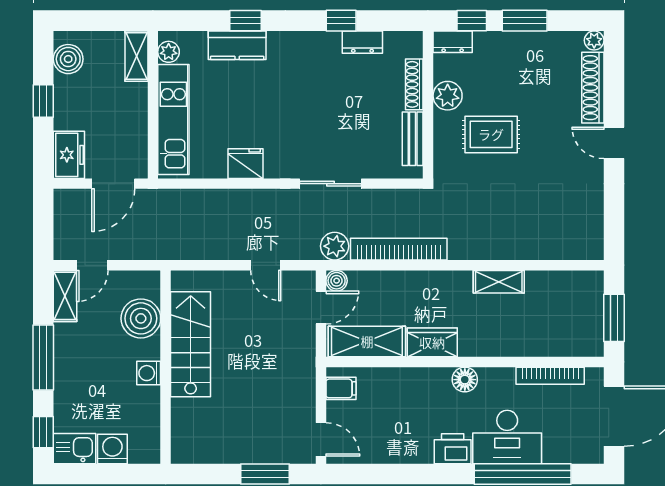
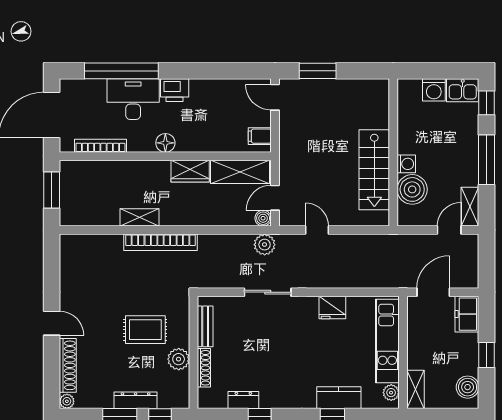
dresser: (453, 42) -> (136, 400), moved, width x1.44
bookcase: (399, 249) -> (161, 242), moved
washing machine: (149, 373) -> (406, 164), moved

